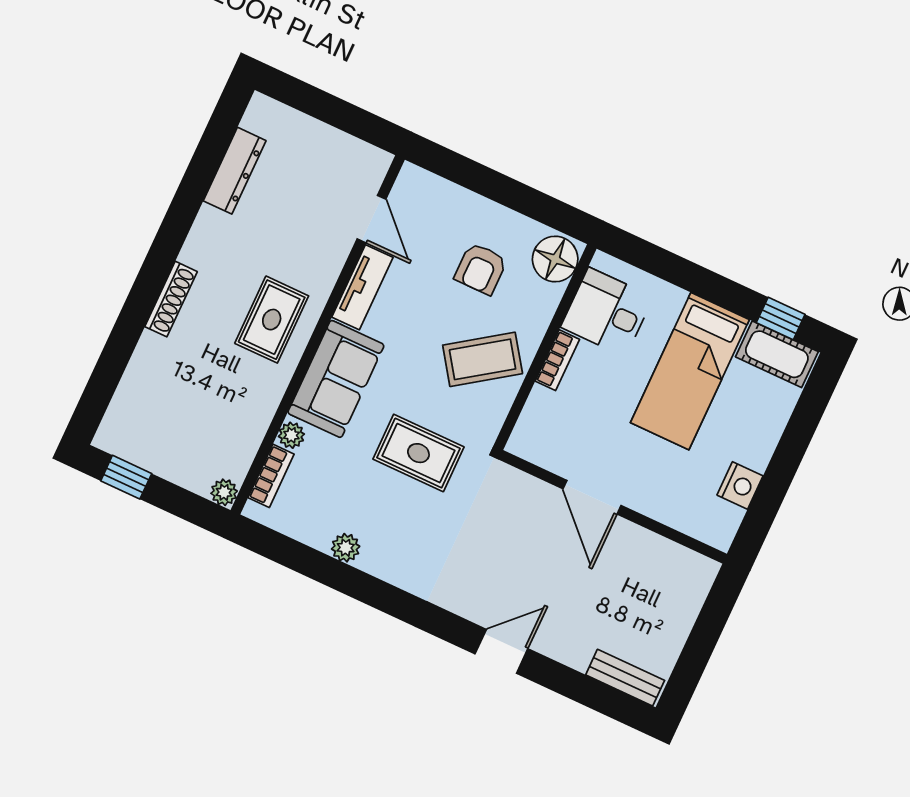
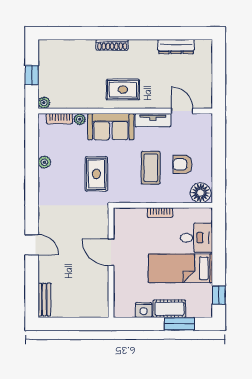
door: (371, 219) -> (182, 111), swing flipped
desk: (607, 312) -> (196, 238), moved, turned 90
cot: (777, 354) -> (169, 309), moved, turned 90
coffee table: (483, 359) -> (151, 168), moved, turned 35
window: (802, 426) -> (179, 324), added
window: (126, 477) -> (32, 75), moved
door: (592, 497) -> (111, 252), hinge flipped

